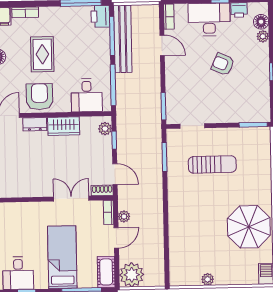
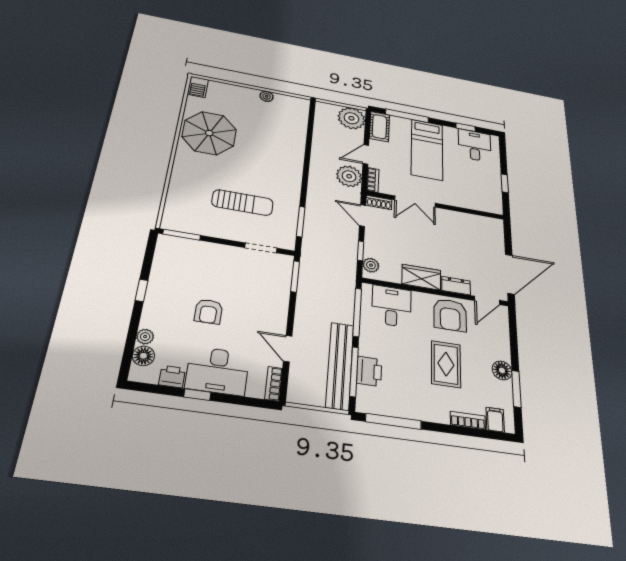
printer: (100, 16) -> (369, 371), moved
armchair: (223, 64) -> (209, 311), turned 66
sun lounger: (212, 164) -> (243, 203), turned 180
plant: (124, 216) -> (349, 176), width x1.88, depth x1.88

